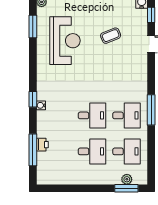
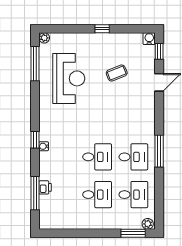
window: (33, 27) -> (35, 64), width x1.44
plant: (127, 179) -> (148, 224), moved

